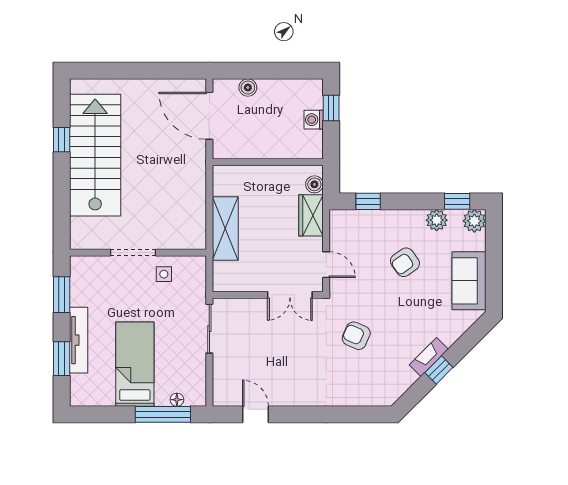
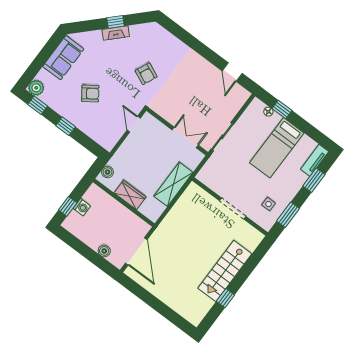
stairs: (95, 155) -> (225, 271), width x0.73, depth x0.66
window: (368, 201) -> (66, 126), moved
wardrobe: (311, 215) -> (130, 195), moved, turned -90
plant: (437, 220) -> (56, 103), removed
side table: (164, 274) -> (269, 204), moved
double door: (290, 295) -> (185, 137), moved
tv unit: (79, 340) -> (315, 160), moved, width x0.71
window: (163, 414) -> (282, 109), width x0.46

